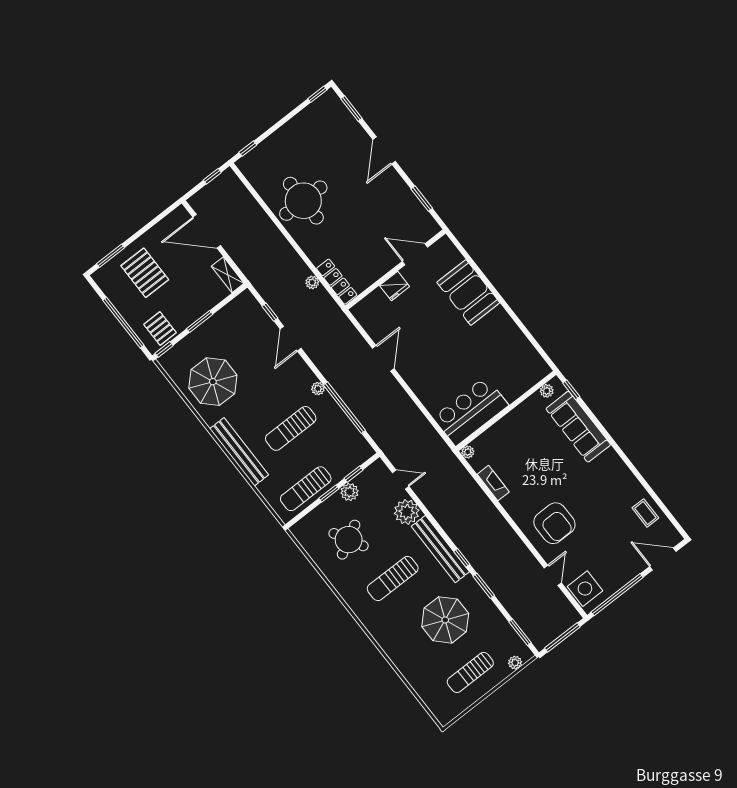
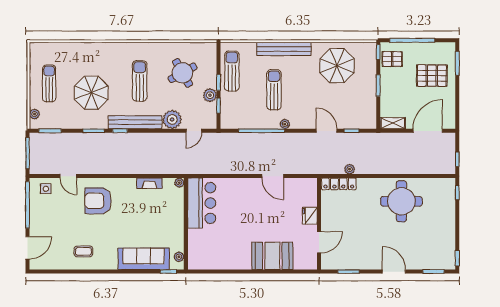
coffee table: (645, 513) -> (83, 251), moved
side table: (585, 589) -> (46, 189), width x0.54, depth x0.54

